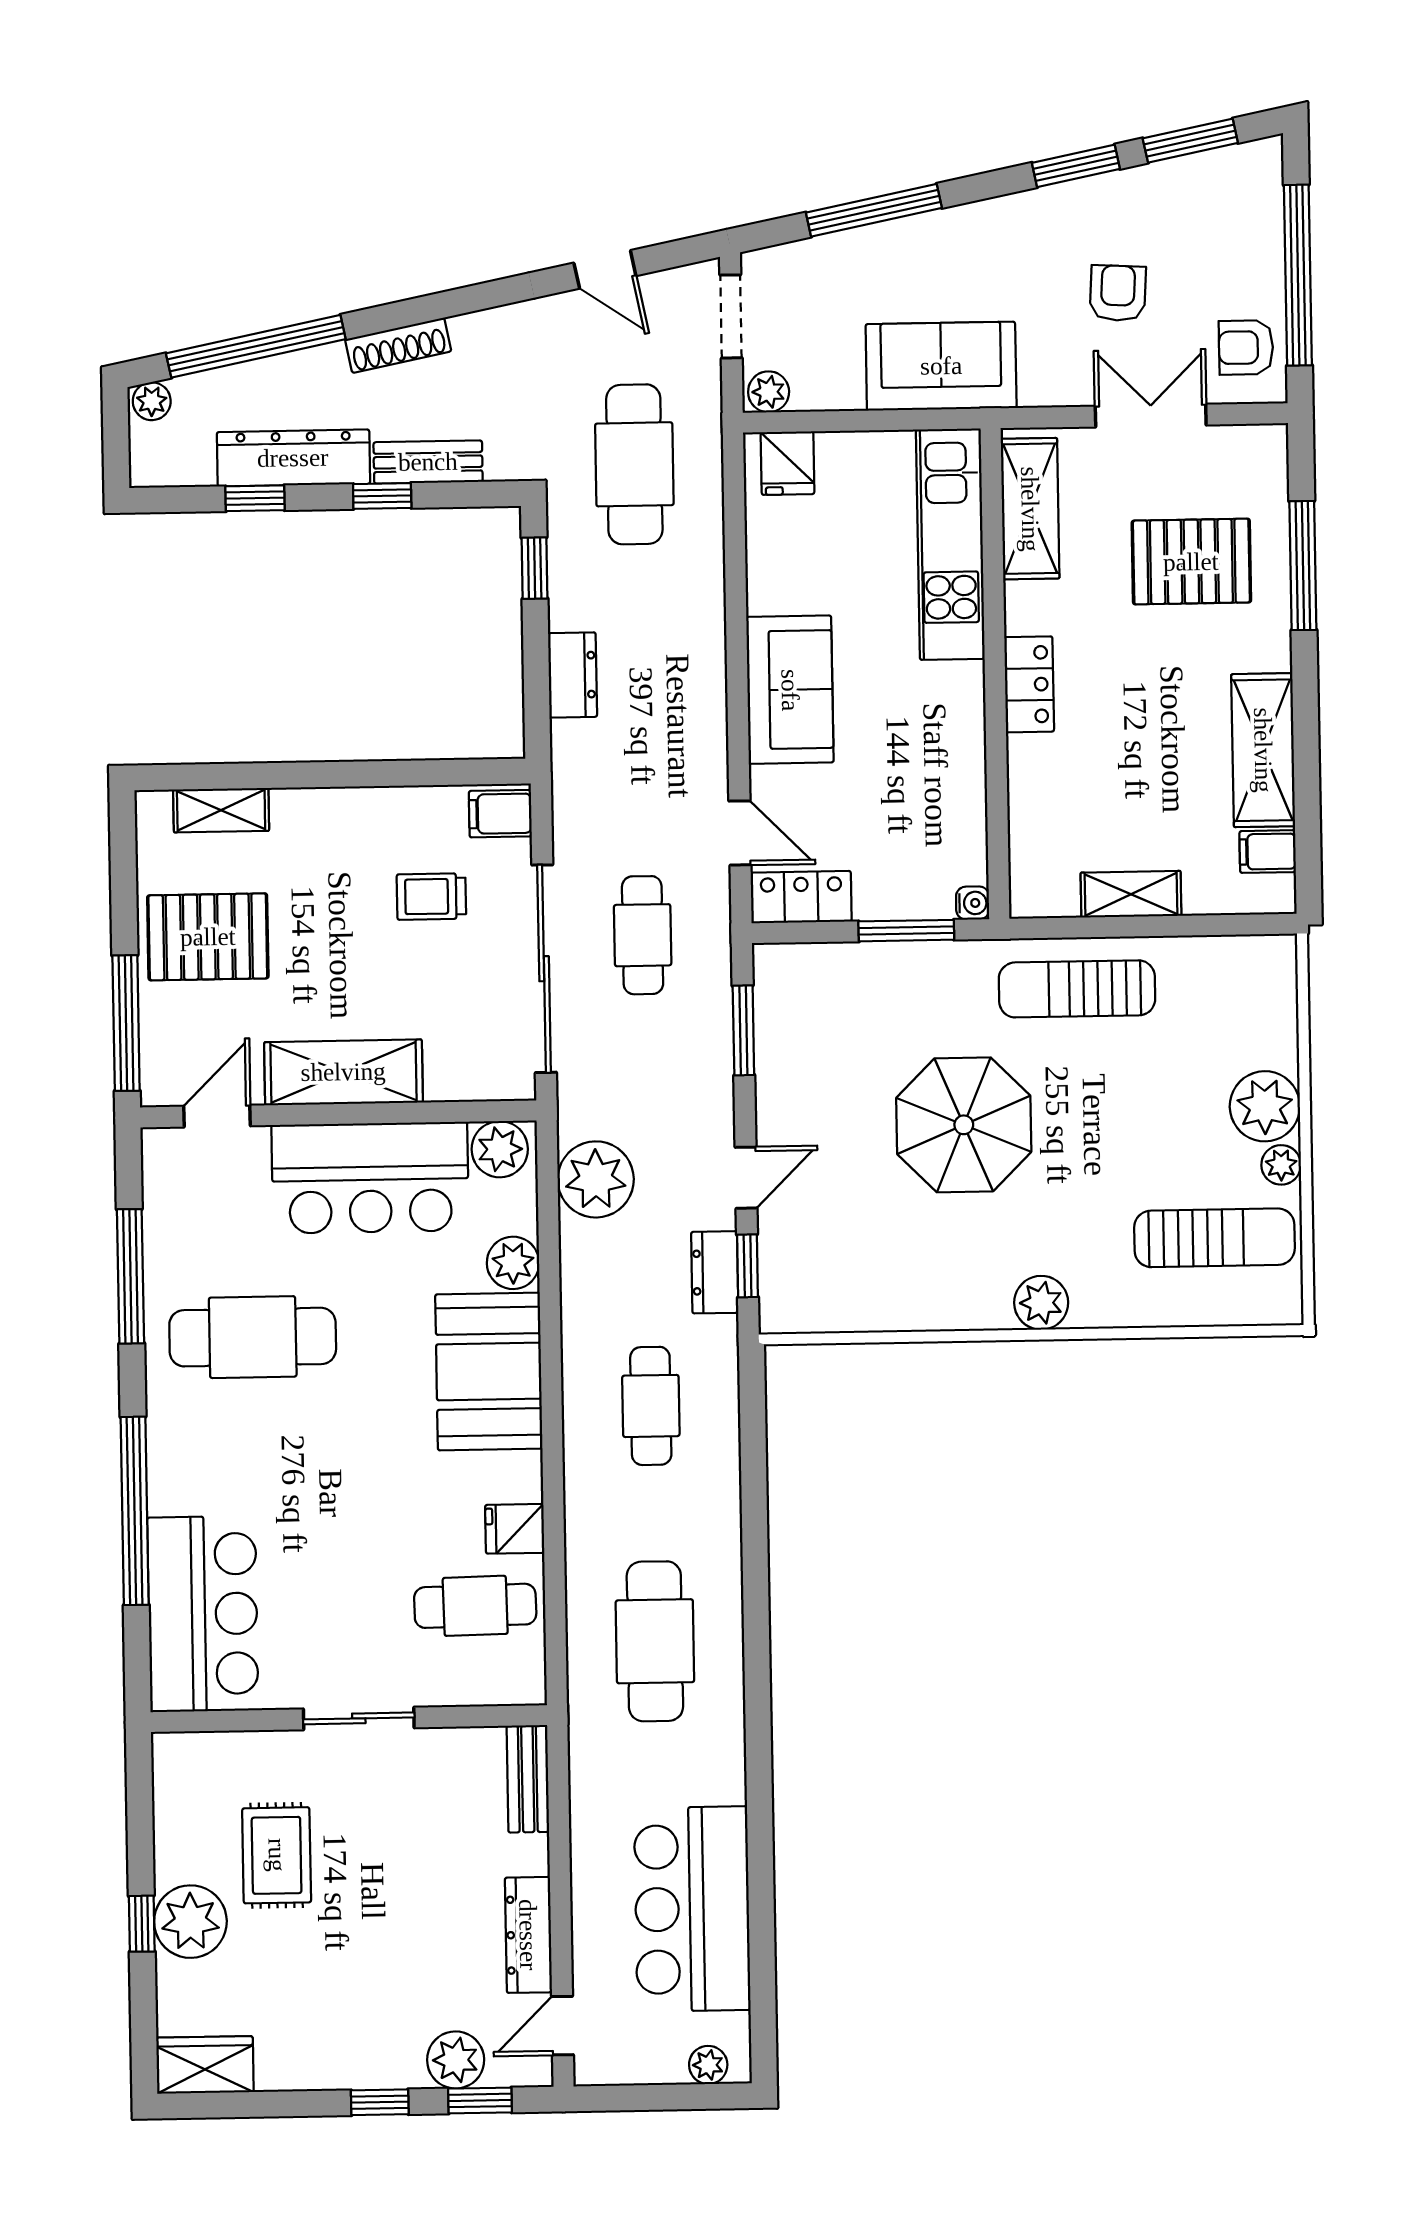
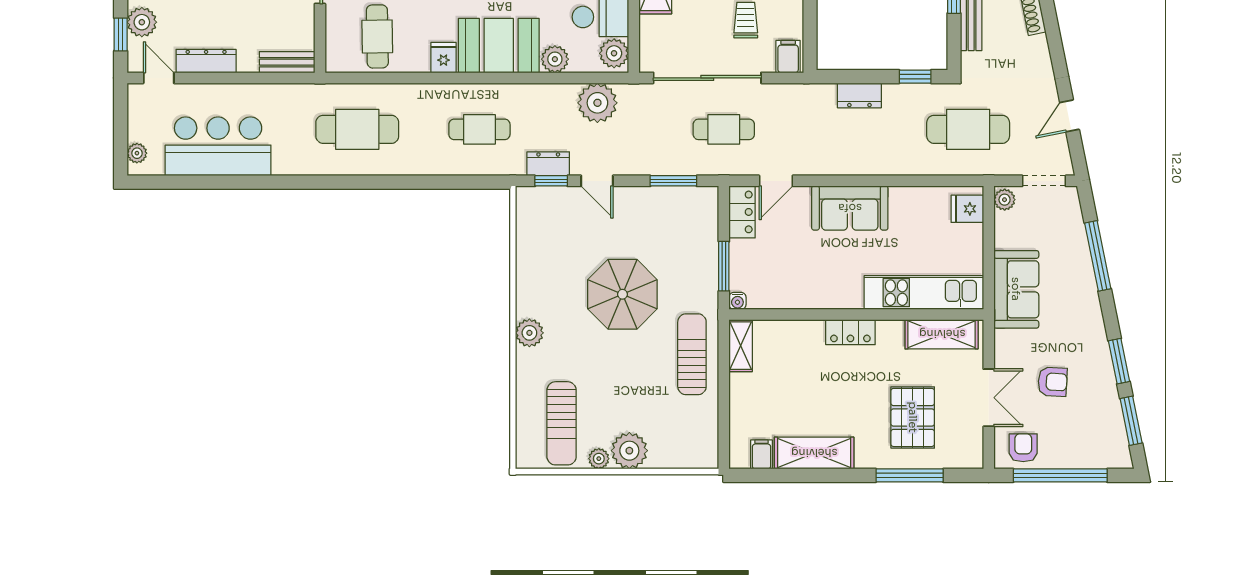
shelving: (1131, 894) -> (741, 346), moved
fridge: (515, 1529) -> (444, 58), moved

